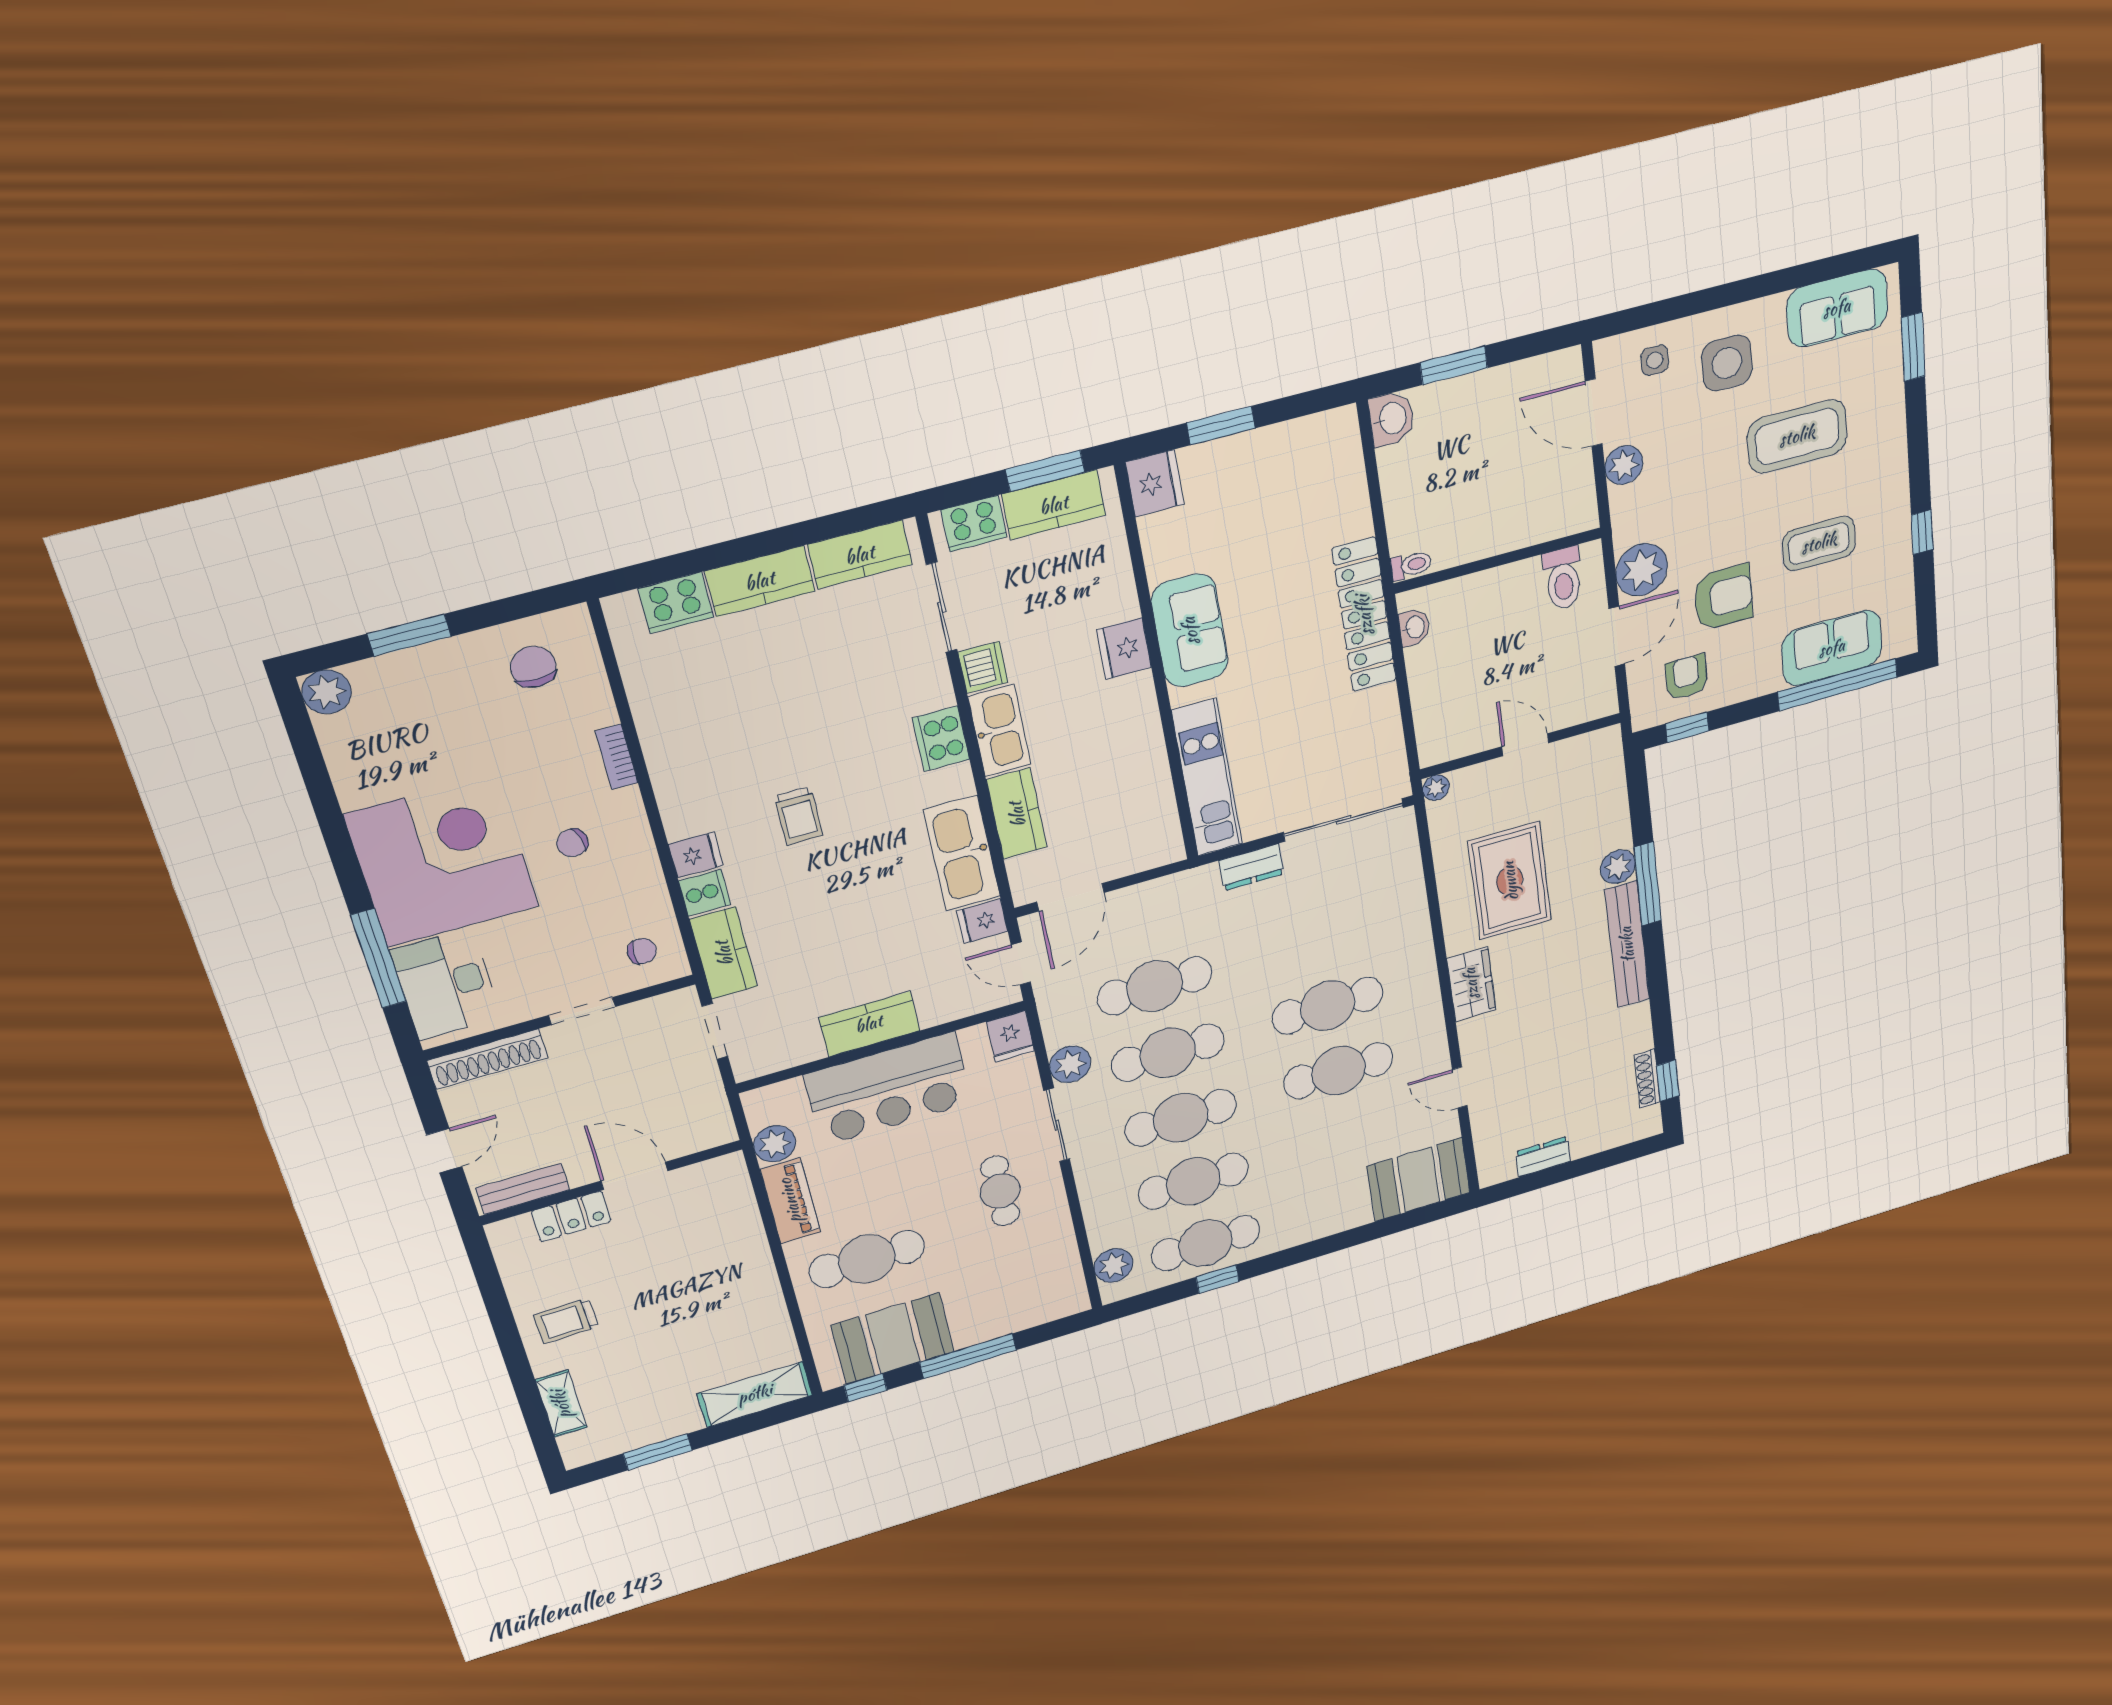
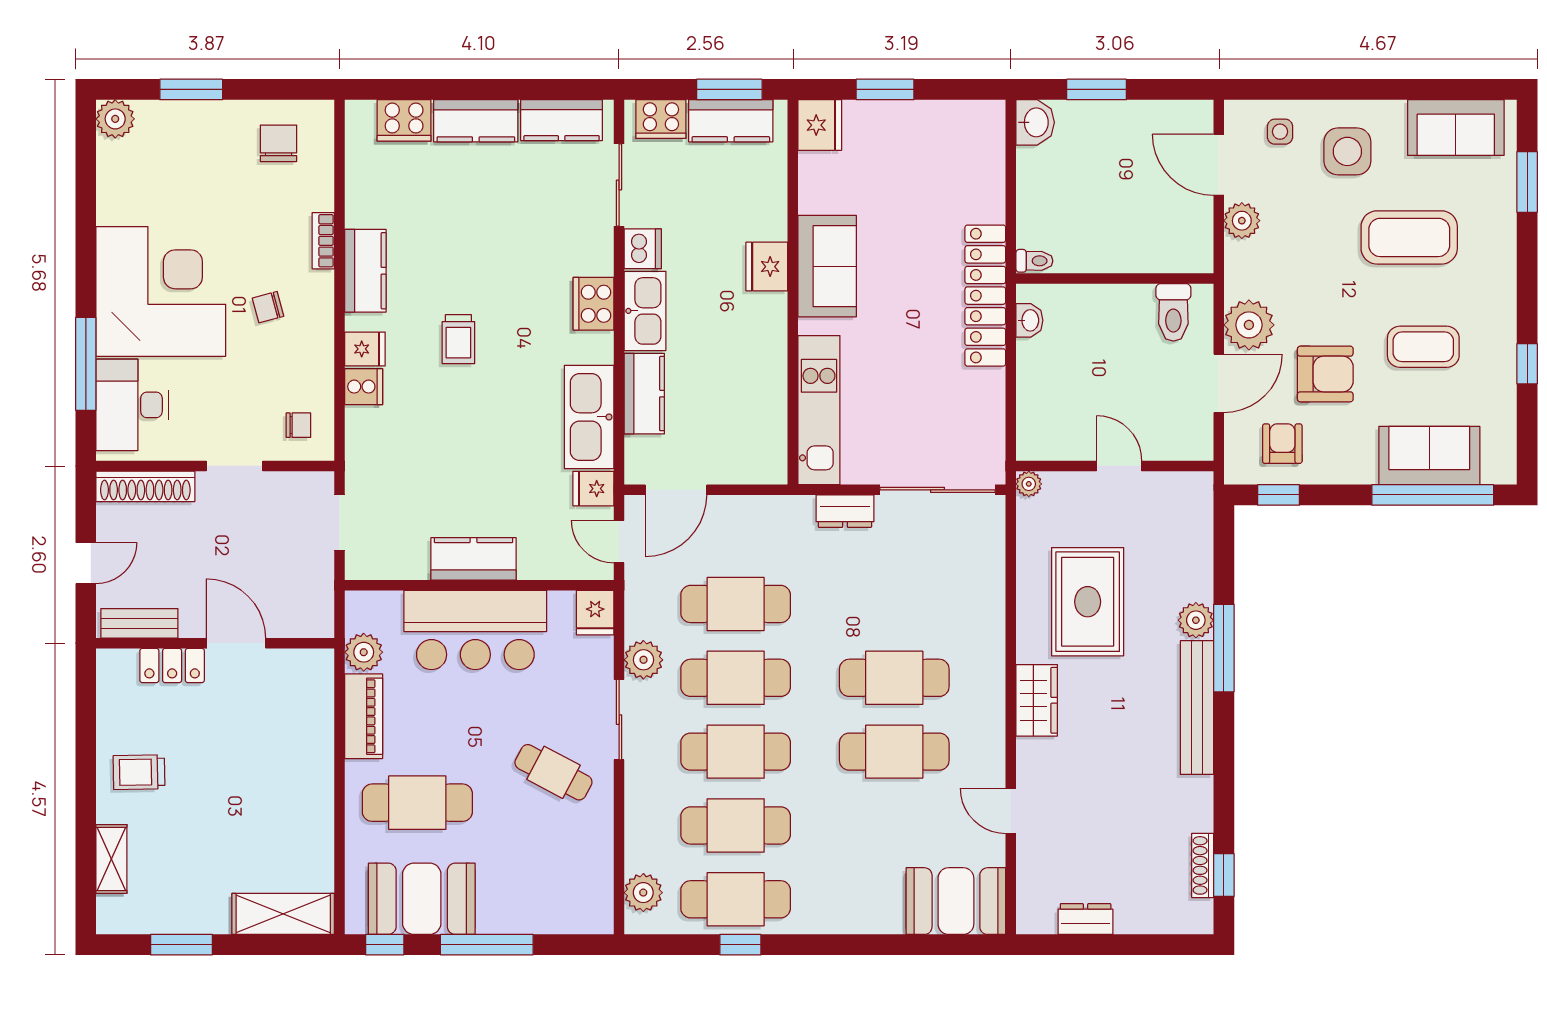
kitchen counter: (724, 953) -> (365, 271), moved
cafe table: (1000, 1191) -> (553, 772), turned -62

